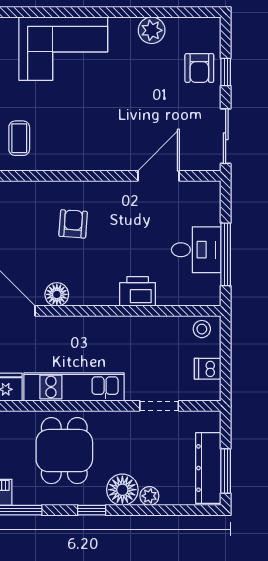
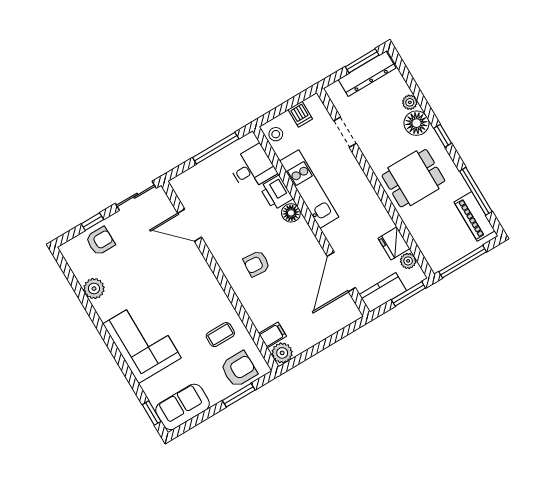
desk: (196, 250) -> (252, 168), moved, turned 90
floor lamp: (57, 294) -> (291, 213), moved
kitchen unit: (74, 387) -> (309, 189), moved, turned 180

